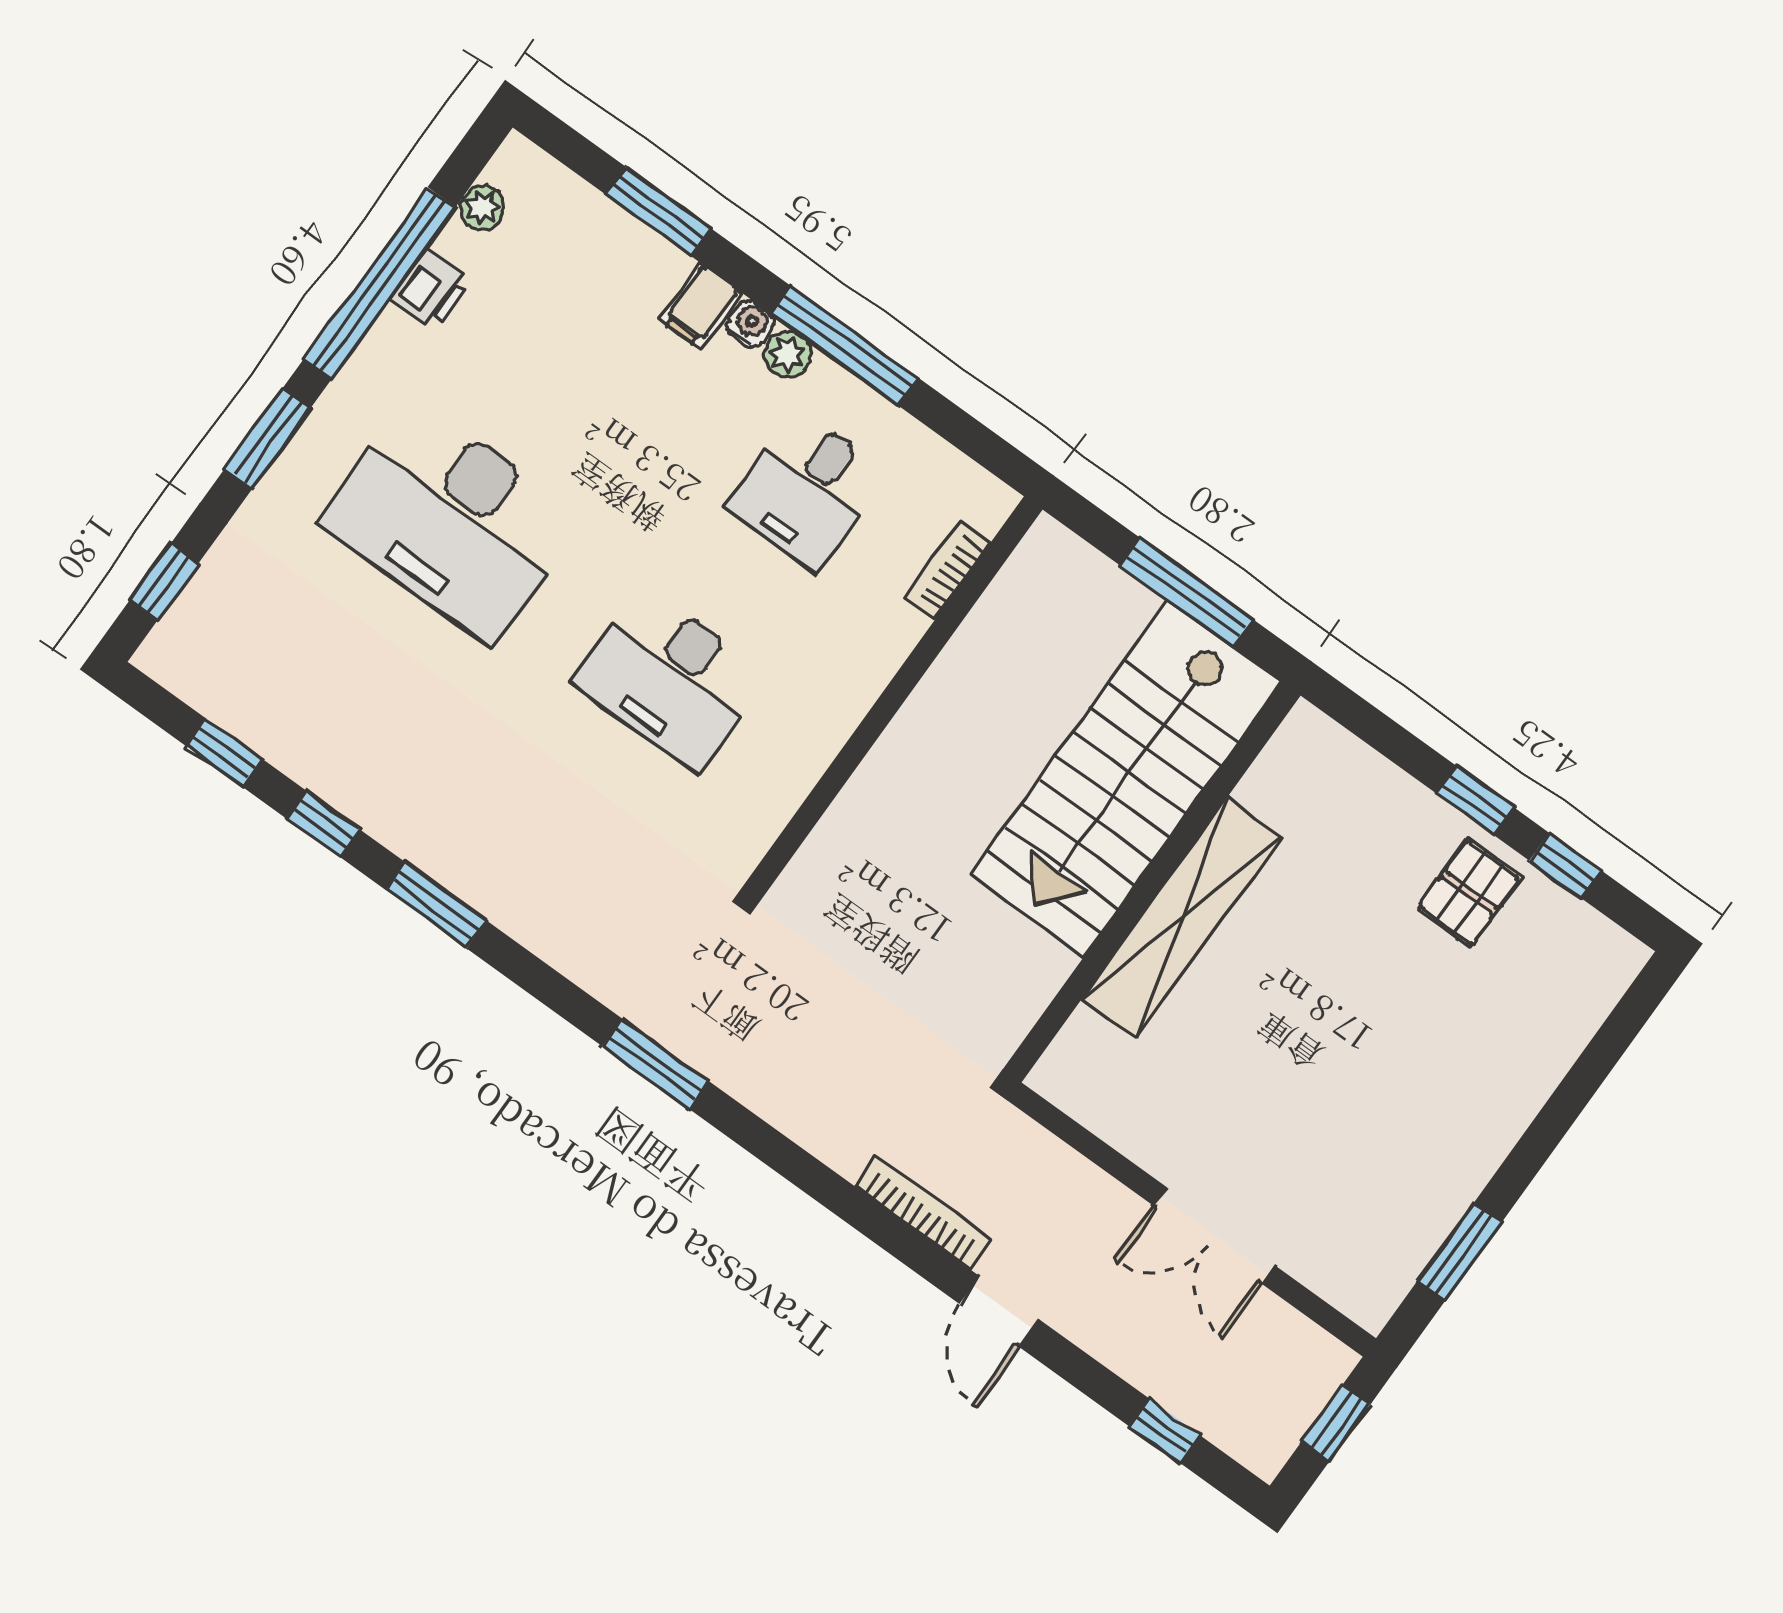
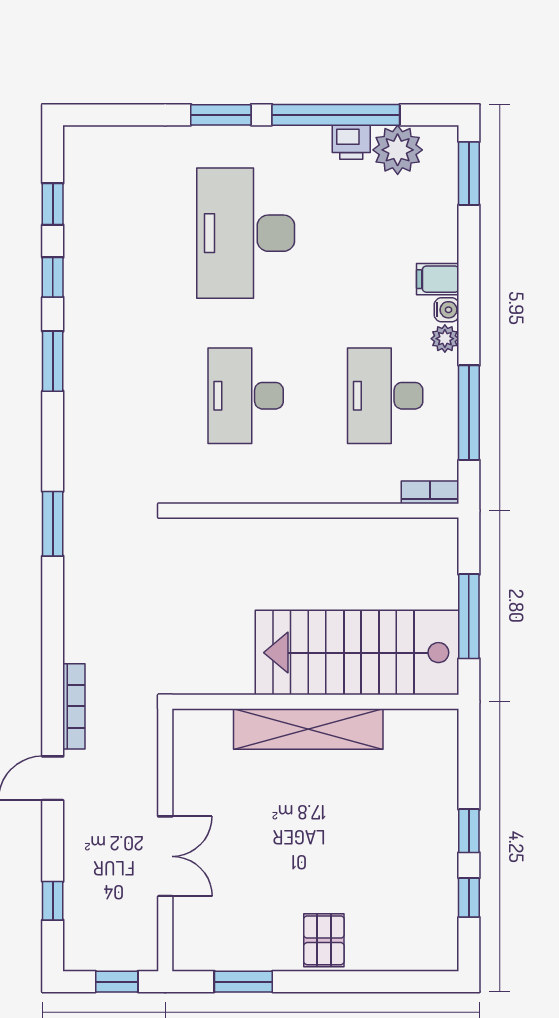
plant: (482, 207) -> (398, 150), width x1.88, depth x1.88
window: (658, 211) -> (469, 173), moved
window: (844, 346) -> (469, 413), moved
desk: (807, 490) -> (385, 396), width x1.37
bookcase: (947, 570) -> (430, 492), moved
window: (164, 582) -> (115, 115), removed
pallet: (1469, 893) -> (324, 940), moved, turned 90
double door: (1214, 1235) -> (165, 856), swing flipped

